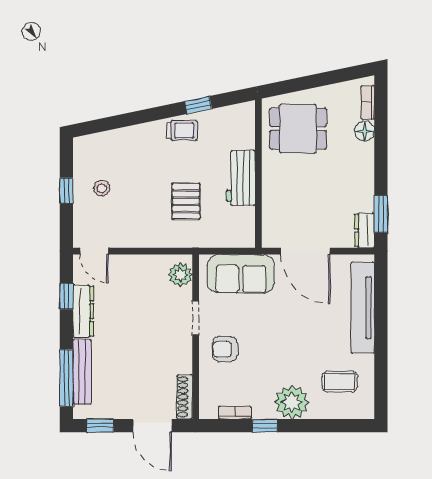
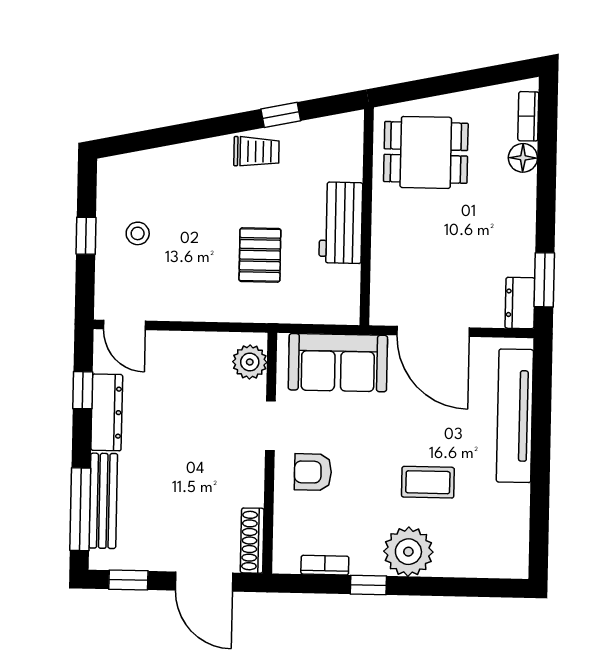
coffee table: (340, 381) -> (428, 482), moved

